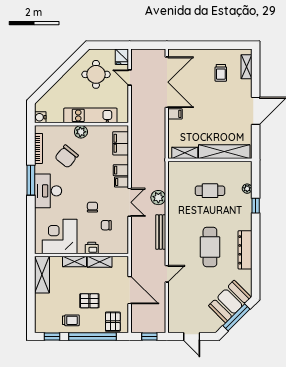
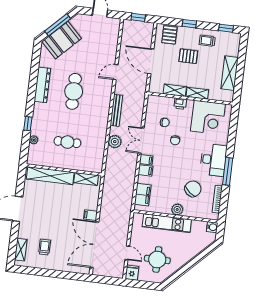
shelving: (42, 275) -> (230, 73), moved
window: (93, 336) -> (189, 24), width x0.32

